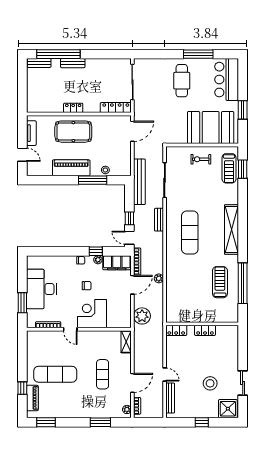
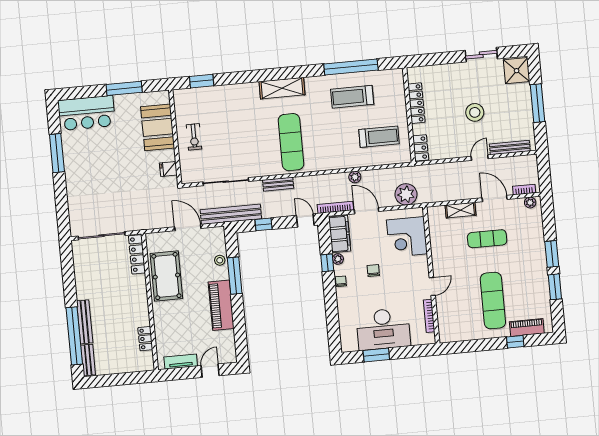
bench: (73, 63) -> (85, 322), width x1.36
cafe table: (182, 81) -> (94, 171), removed
locker: (73, 108) -> (145, 339), moved
window: (243, 110) -> (124, 88), width x1.44
booth: (211, 128) -> (158, 127), width x0.73, depth x0.70
door: (132, 131) -> (188, 228), moved
pool table: (73, 132) -> (166, 276), moved
fridge: (178, 138) -> (168, 169), added
treadmill: (229, 168) -> (379, 137), moved
window: (129, 218) -> (264, 224), moved
shelving: (232, 230) -> (282, 88), width x0.68
exercise mat: (190, 232) -> (291, 142), turned 90
door: (129, 238) -> (305, 220), swing flipped
window: (22, 303) -> (376, 355), moved
corner desk: (92, 314) -> (407, 237), moved
locker: (205, 330) -> (416, 103), width x1.53
shelving: (126, 342) -> (461, 210), moved
stool: (210, 383) -> (475, 112), moved
window: (46, 422) -> (555, 287), moved
window: (100, 422) -> (552, 254), moved
window: (202, 422) -> (538, 103), width x2.17

